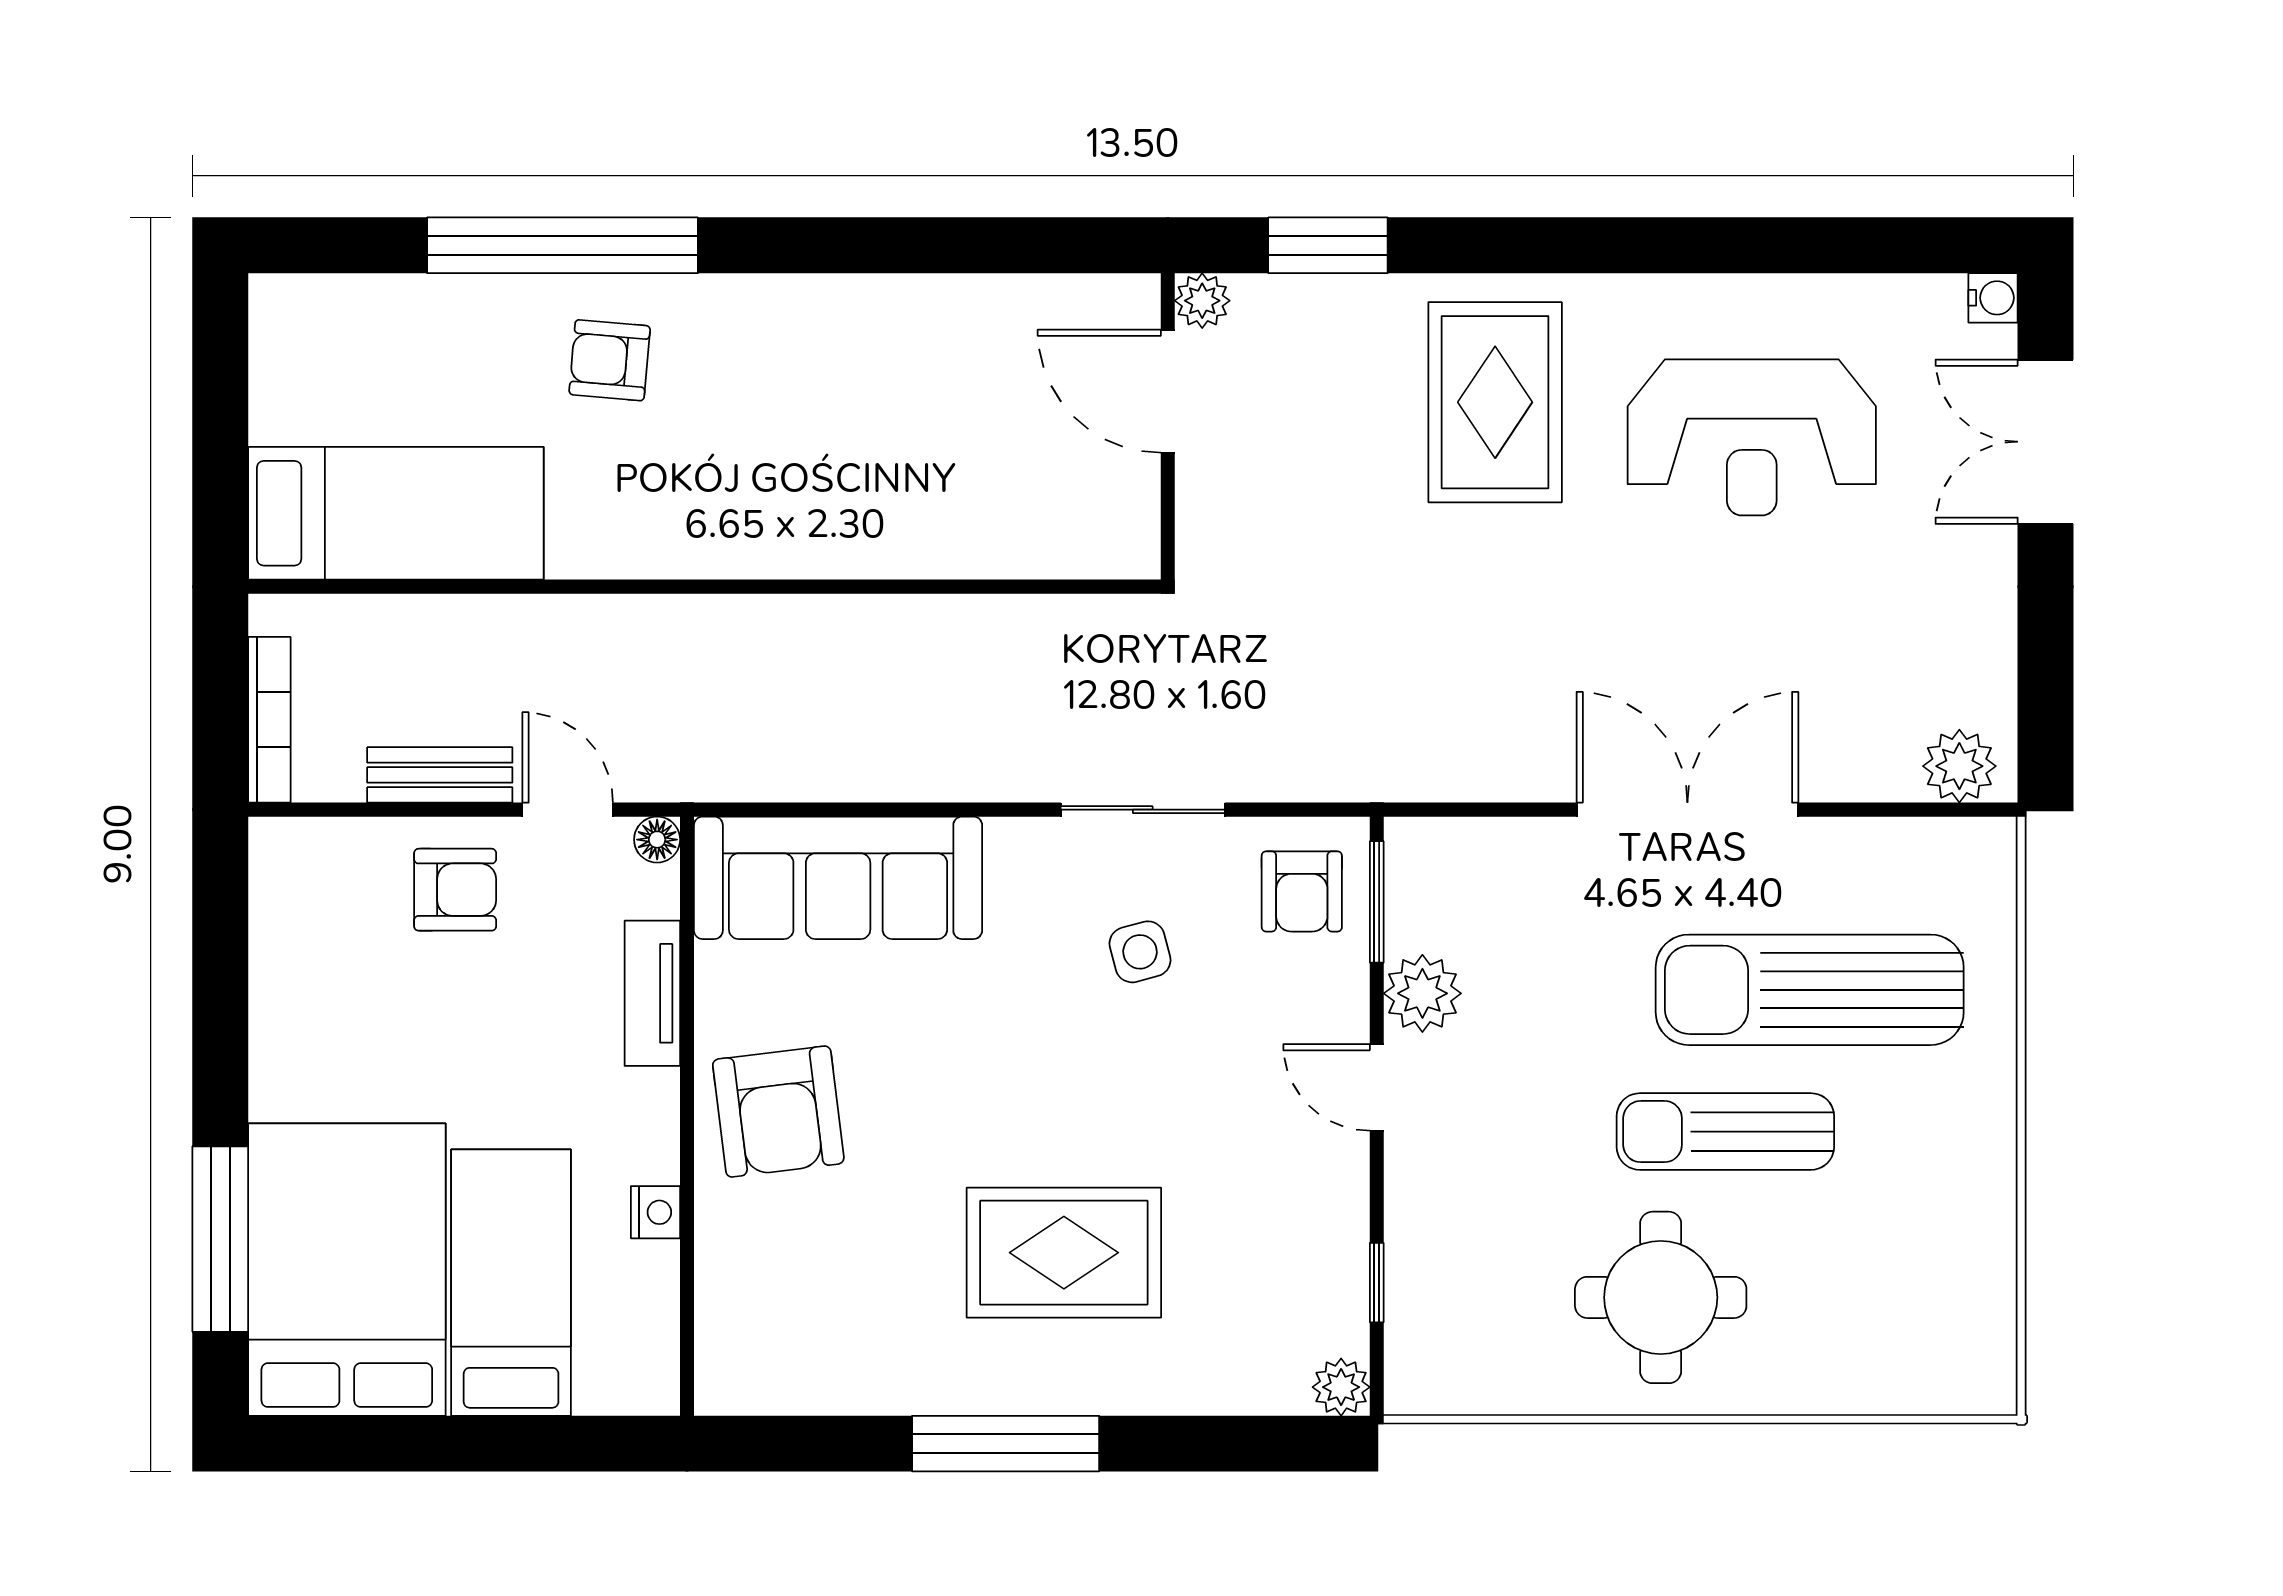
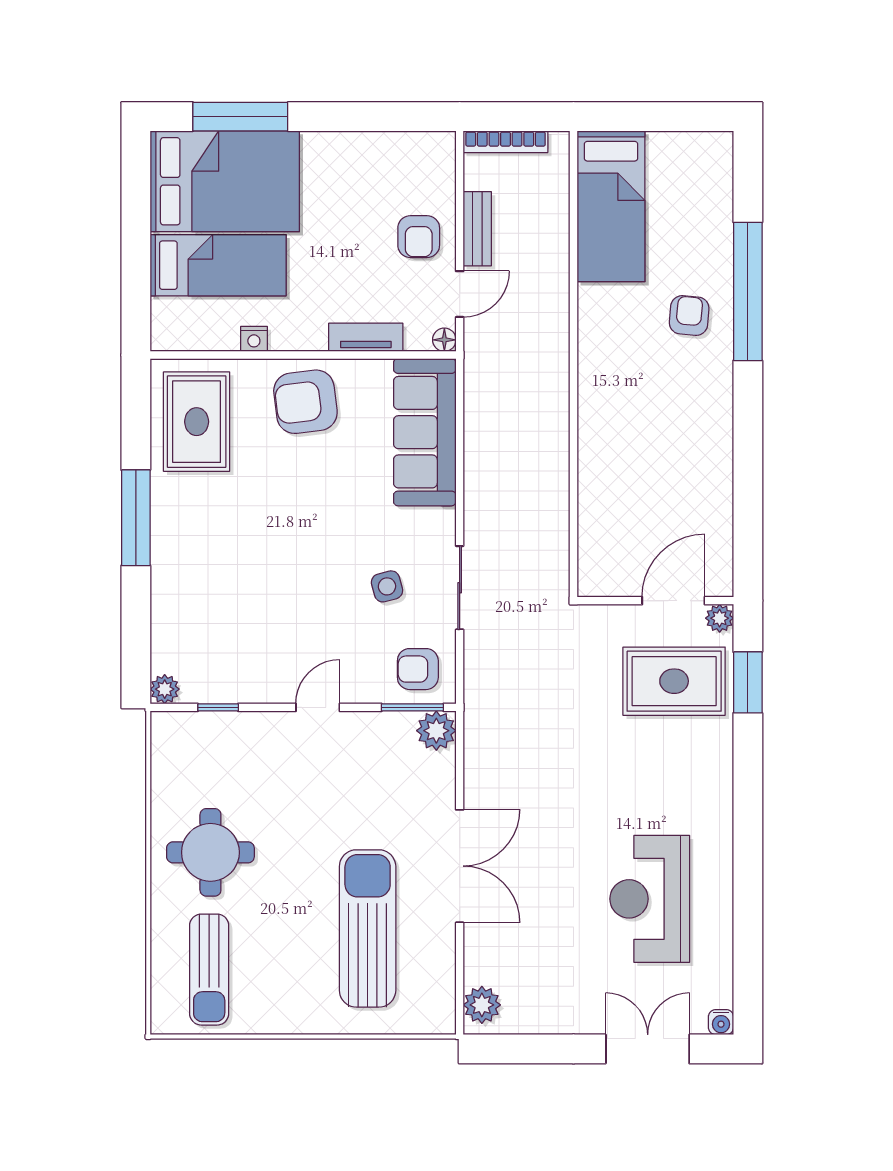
rug: (1495, 402) -> (674, 681), moved
plant: (1422, 993) -> (436, 731), moved
sun lounger: (1725, 1132) -> (209, 970), moved, turned 180
rug: (1064, 1253) -> (197, 422), moved

